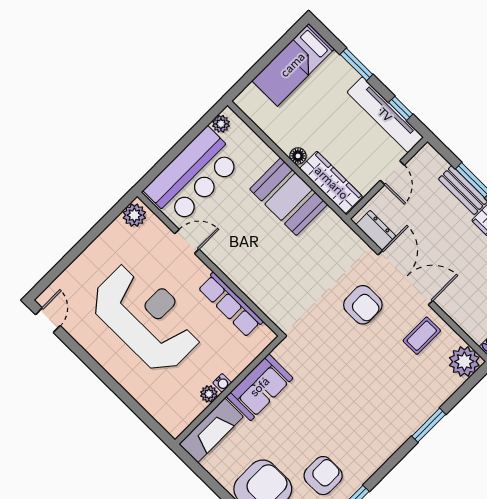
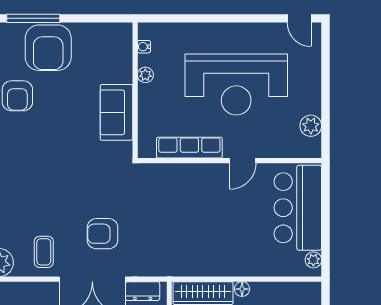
booth: (289, 197) -> (222, 256), removed
plant: (134, 215) -> (311, 126), moved
door: (187, 241) -> (243, 161), moved
water cooler: (222, 383) -> (144, 47), moved
fireplace: (211, 430) -> (120, 53), removed

